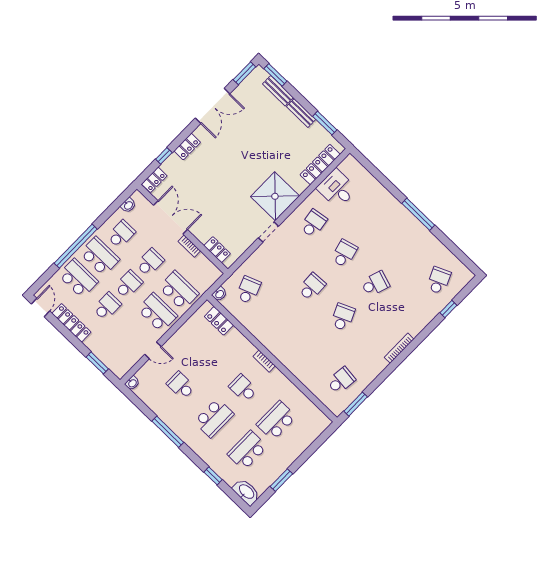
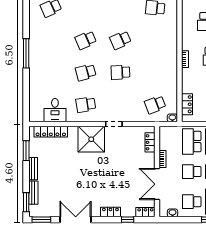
school desk: (375, 284) -> (86, 40), turned -42

